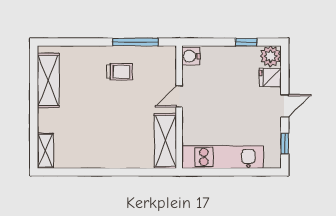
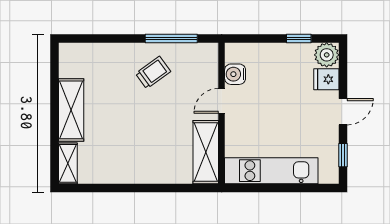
water cooler: (191, 56) -> (235, 74), moved
trolley: (120, 72) -> (153, 73), turned -36
shelving: (48, 80) -> (71, 110), moved

